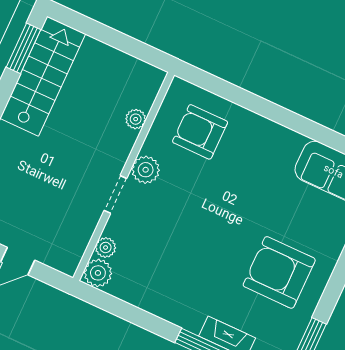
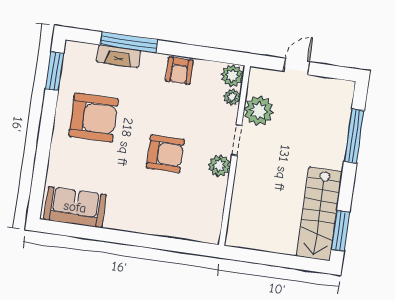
plant: (136, 119) -> (259, 111), moved, width x1.88, depth x1.88
armchair: (200, 132) -> (165, 154), moved
armchair: (159, 298) -> (180, 71), added

